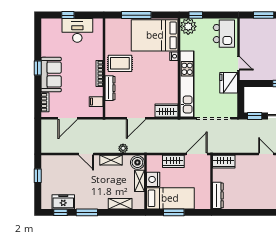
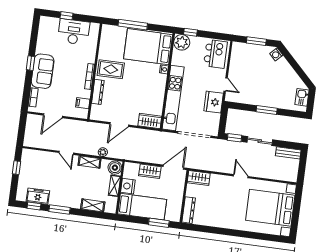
window: (174, 212) -> (159, 223), moved

